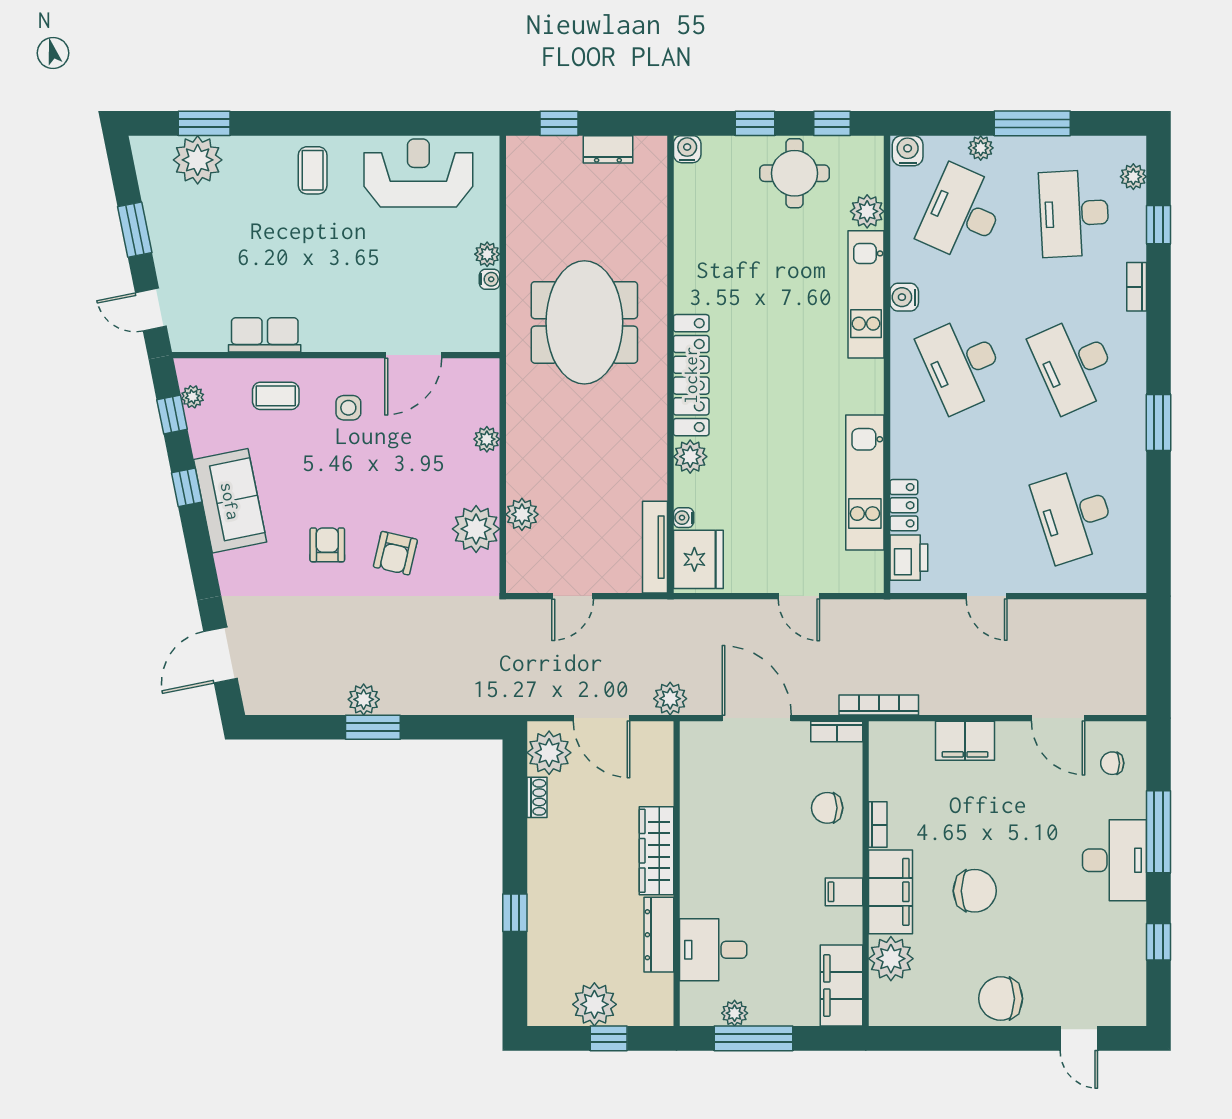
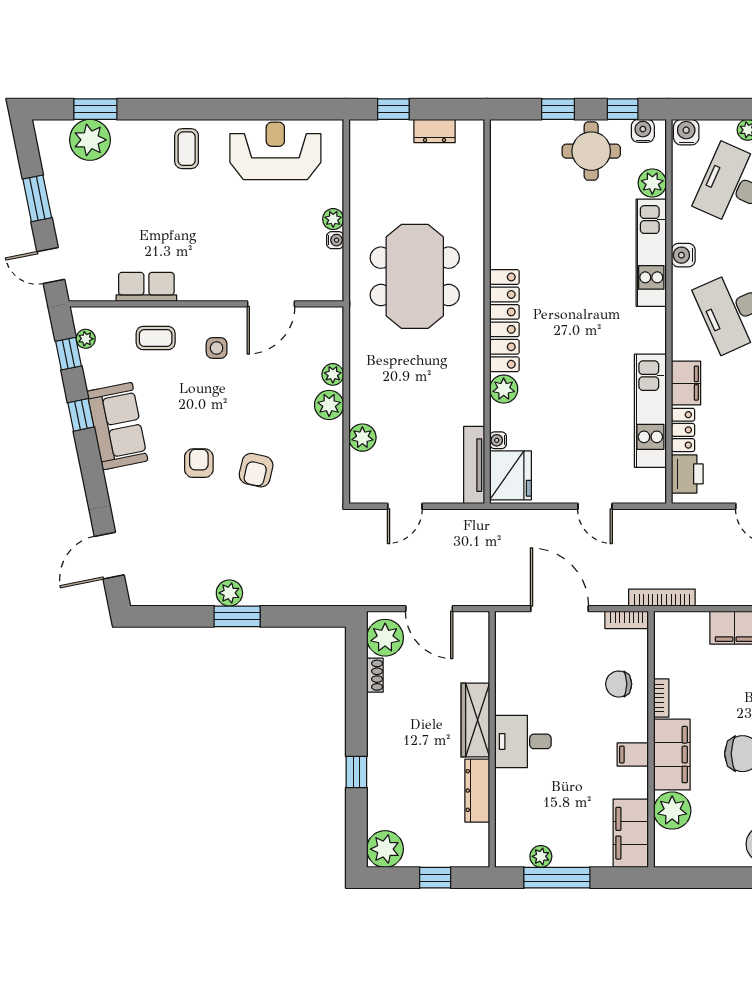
water cooler: (687, 149) -> (643, 131), moved
filing cabinet: (907, 449) -> (686, 383), added
plant: (476, 529) -> (329, 405), moved, width x0.73, depth x0.73
plant: (670, 699) -> (487, 592), removed
desk: (713, 950) -> (523, 741), moved
plant: (594, 1004) -> (385, 849), moved

